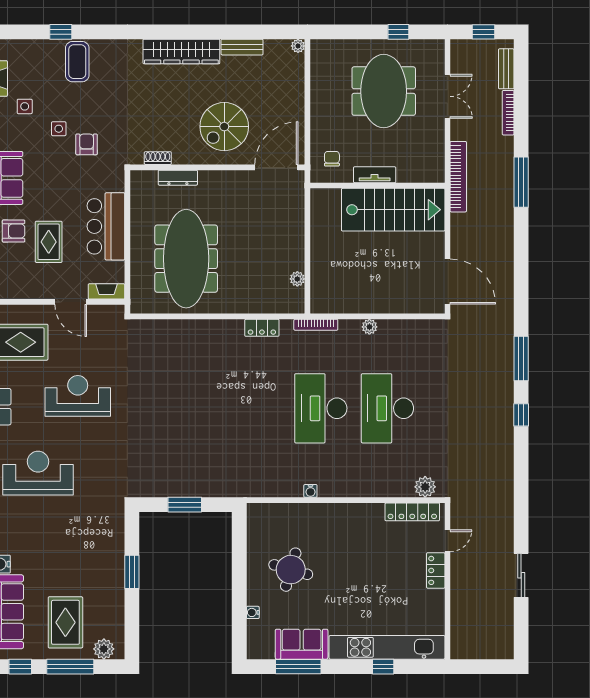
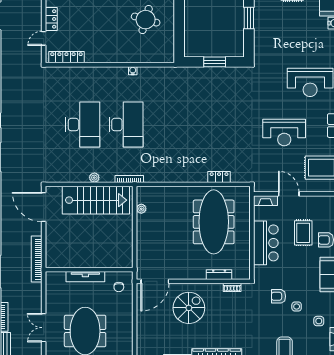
armchair: (87, 144) -> (278, 296), turned 90
tv unit: (375, 175) -> (85, 277), width x1.41
bookcase: (458, 177) -> (37, 259), moved
stairs: (393, 210) -> (96, 200), moved, turned 180
locker: (262, 328) -> (219, 177), moved
plant: (425, 487) -> (58, 73), removed

